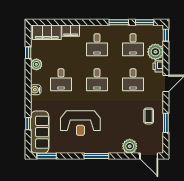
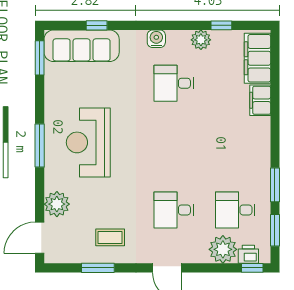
desk: (97, 45) -> (235, 147), removed
printer: (158, 66) -> (248, 254), moved
desk: (97, 80) -> (174, 147), removed
reception desk: (80, 123) -> (88, 142), moved

